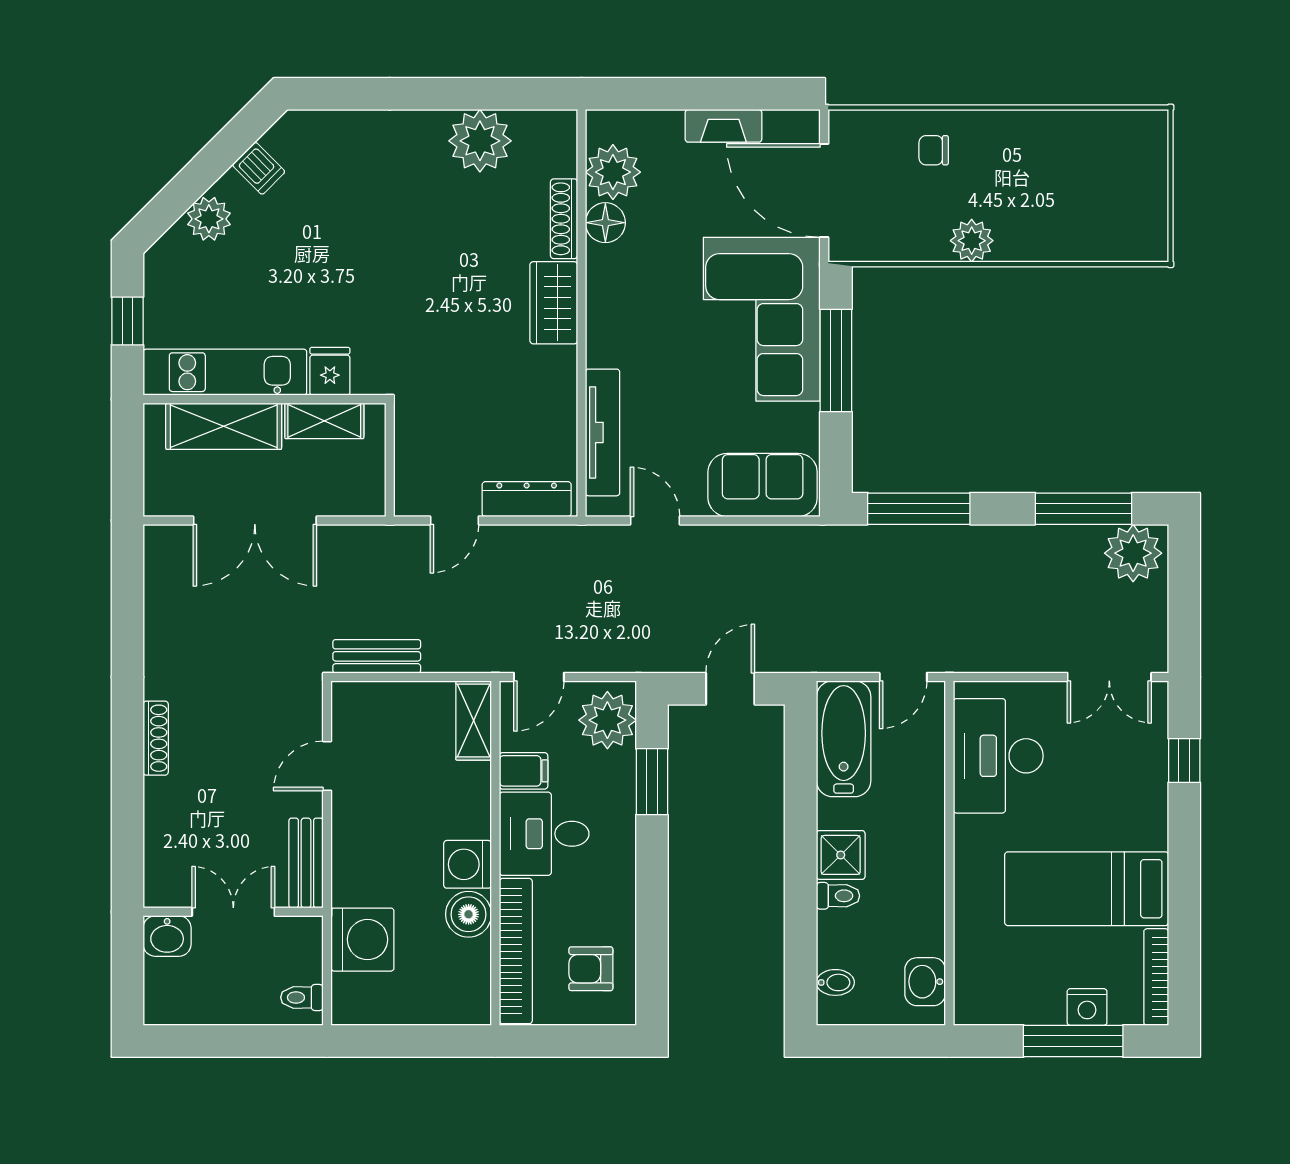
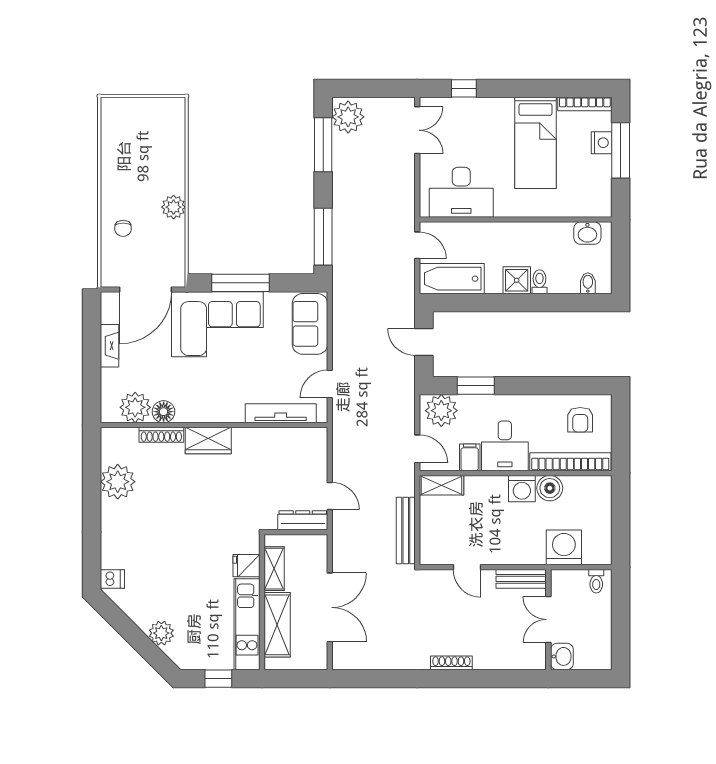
dishwasher: (259, 168) -> (112, 579), moved, turned 45
dresser: (527, 499) -> (303, 520), moved, turned 90
bench: (377, 656) -> (406, 530), width x1.36

